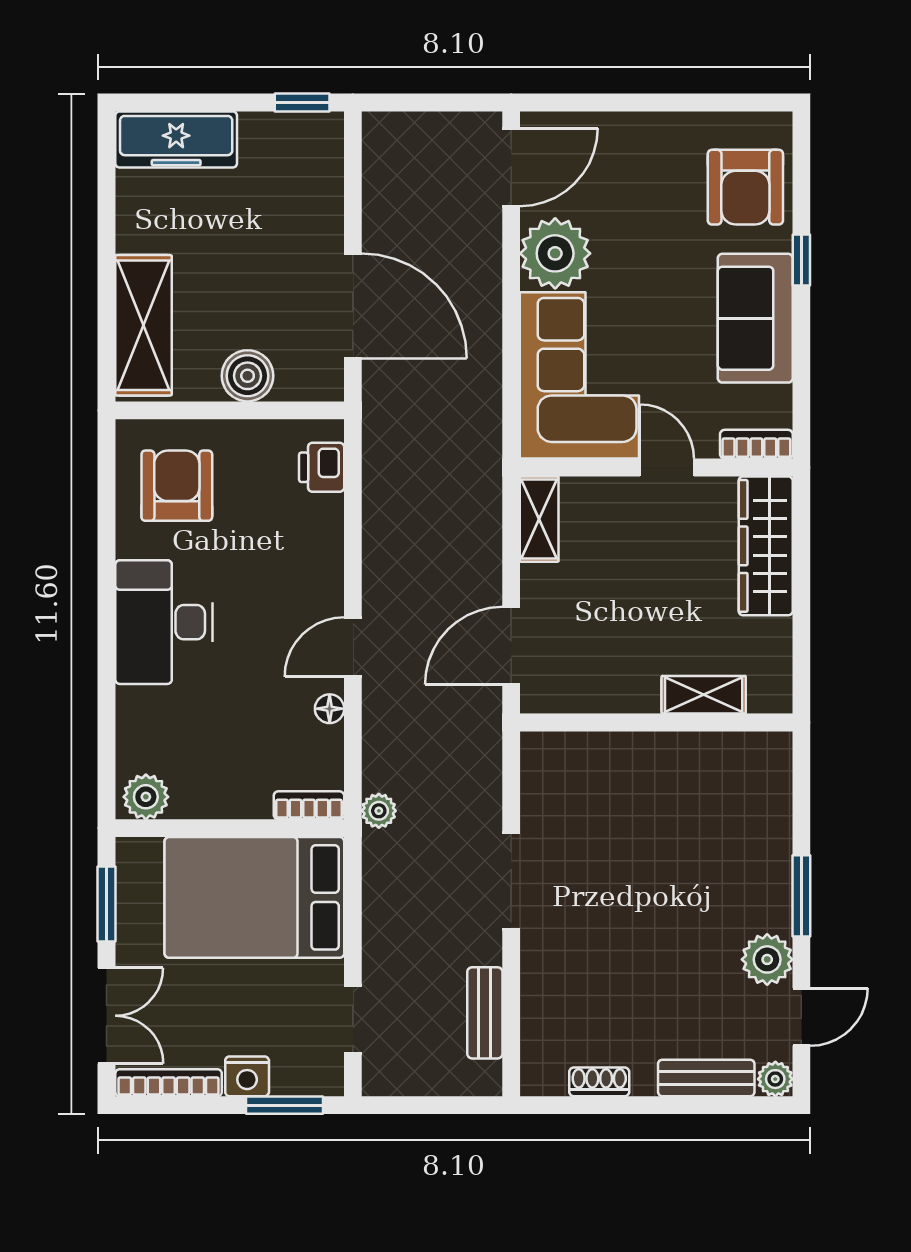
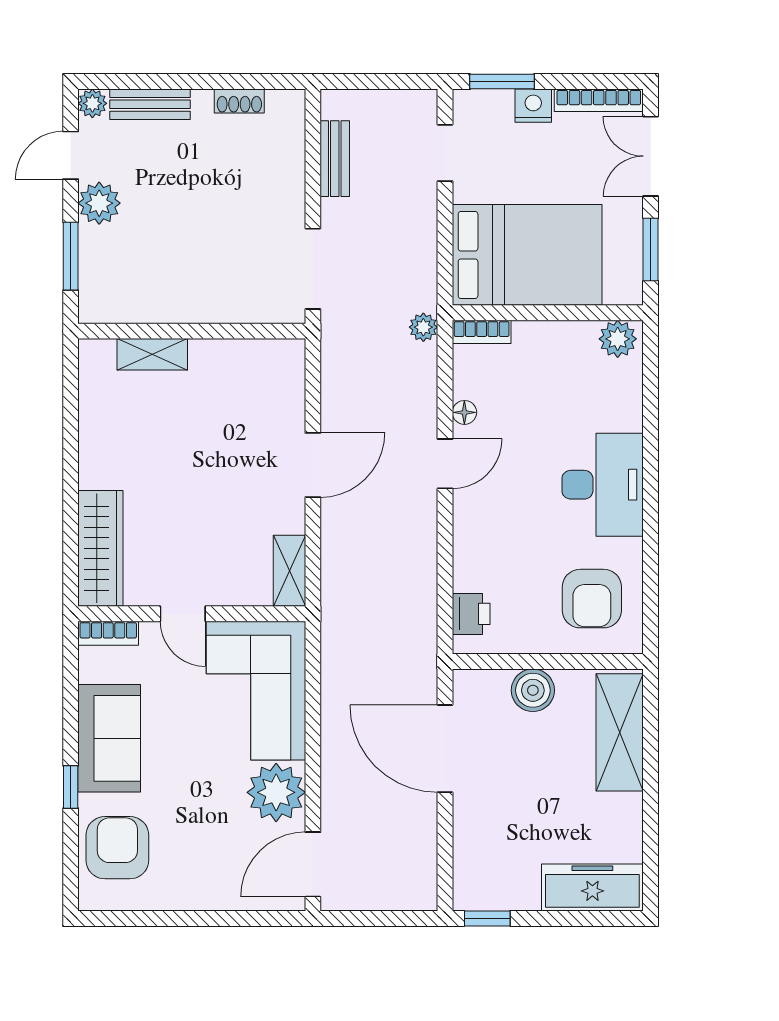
shelving: (704, 695) -> (152, 354), moved
wall: (656, 723) -> (192, 331), moved

